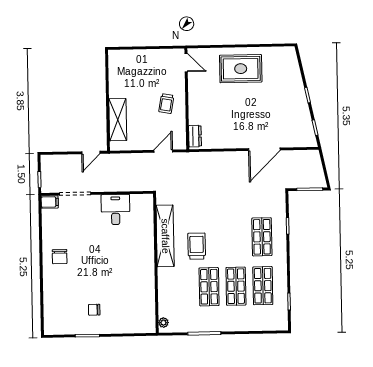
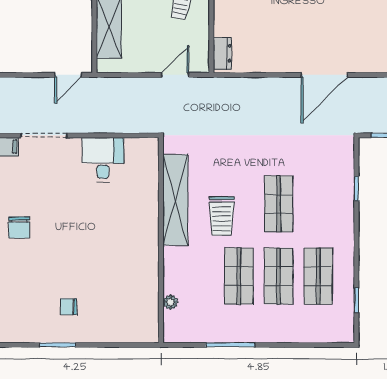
shop shelf: (262, 237) -> (278, 204), moved
trolley: (197, 246) -> (222, 216), turned 180
plant: (163, 323) -> (170, 302), moved

